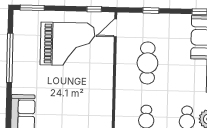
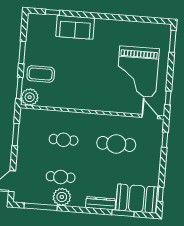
window: (151, 10) -> (165, 140), moved
window: (10, 58) -> (128, 18), removed

